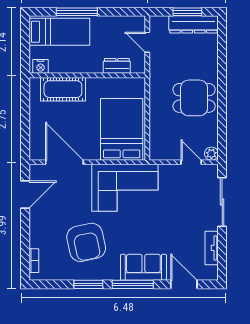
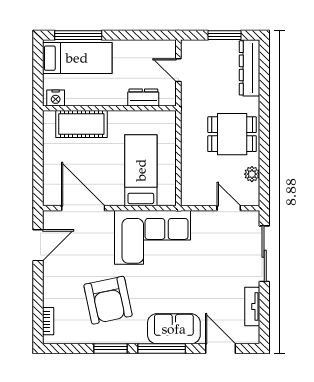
window: (77, 12) -> (78, 35), moved
dresser: (193, 24) -> (250, 68), moved, turned 90
bed: (122, 129) -> (141, 170), width x0.67
plant: (211, 154) -> (252, 174), moved

